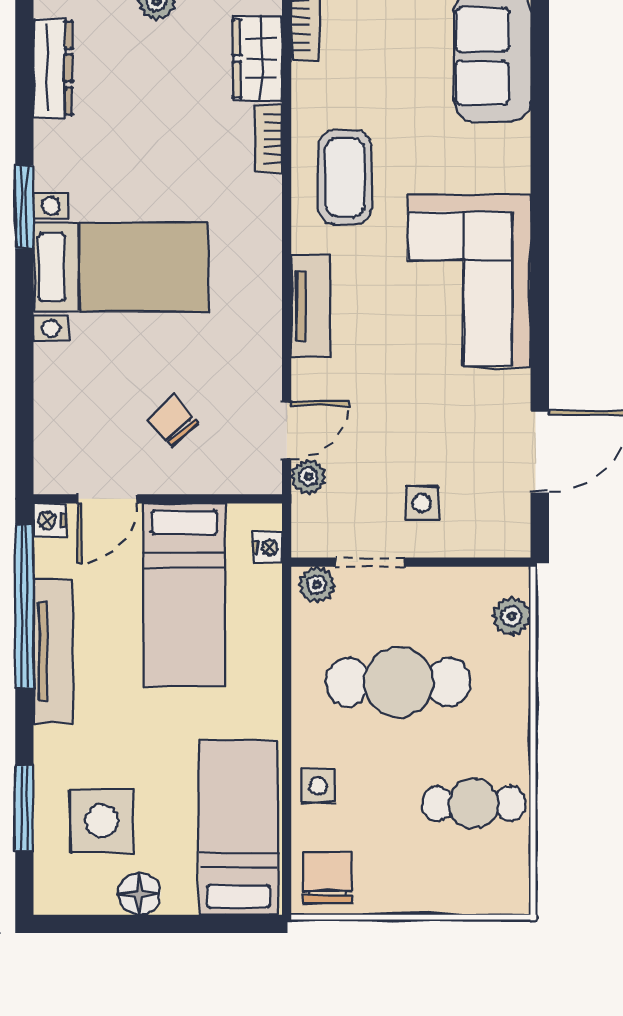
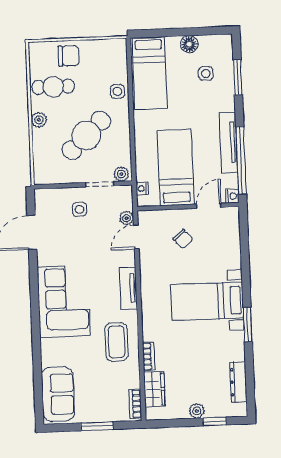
plant: (512, 616) -> (39, 120), moved
cafe table: (398, 682) -> (86, 135), turned -43
side table: (102, 821) -> (206, 73), width x0.54, depth x0.54
chair: (328, 878) -> (69, 56), moved, turned -90

